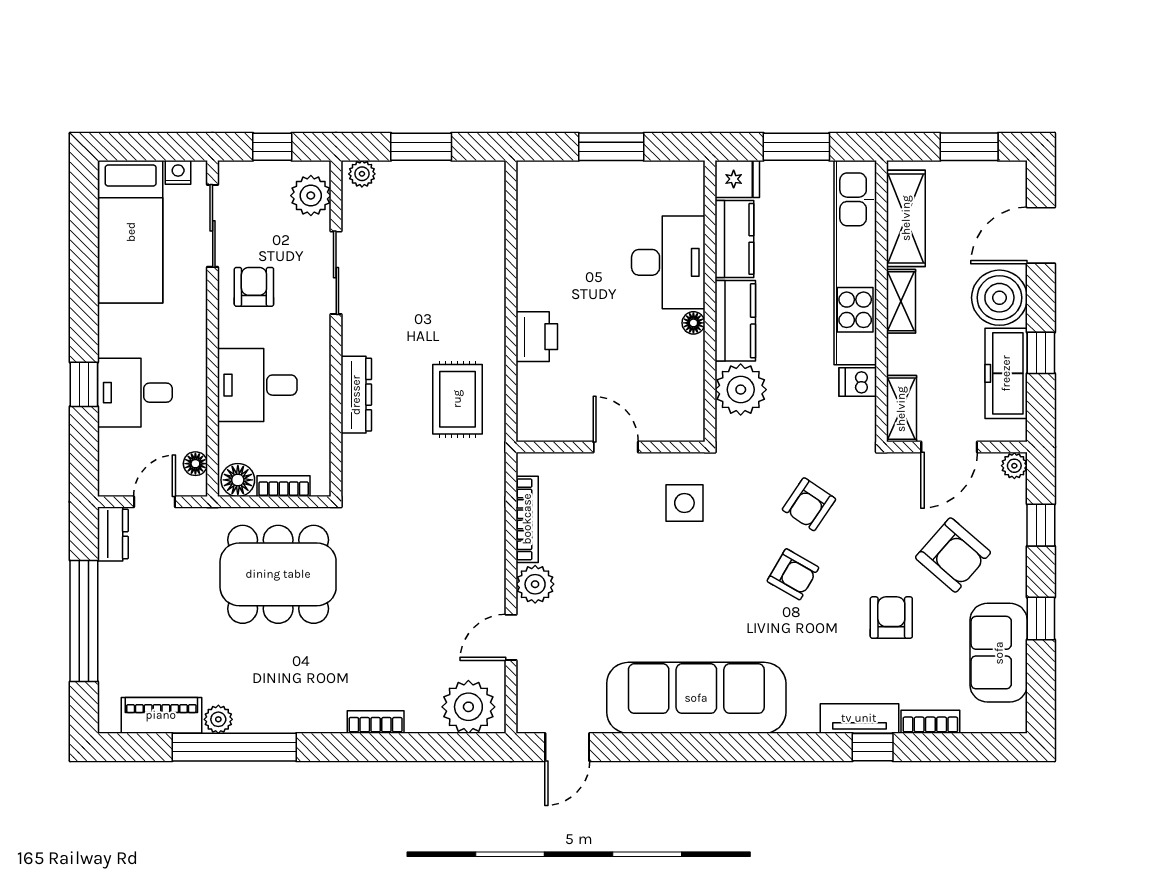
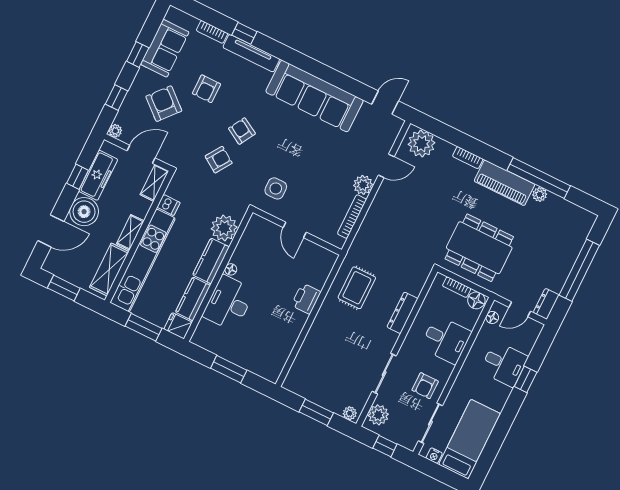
piano: (161, 715) -> (504, 183), moved, width x1.37, depth x1.33
tv unit: (859, 718) -> (251, 53), width x1.41

